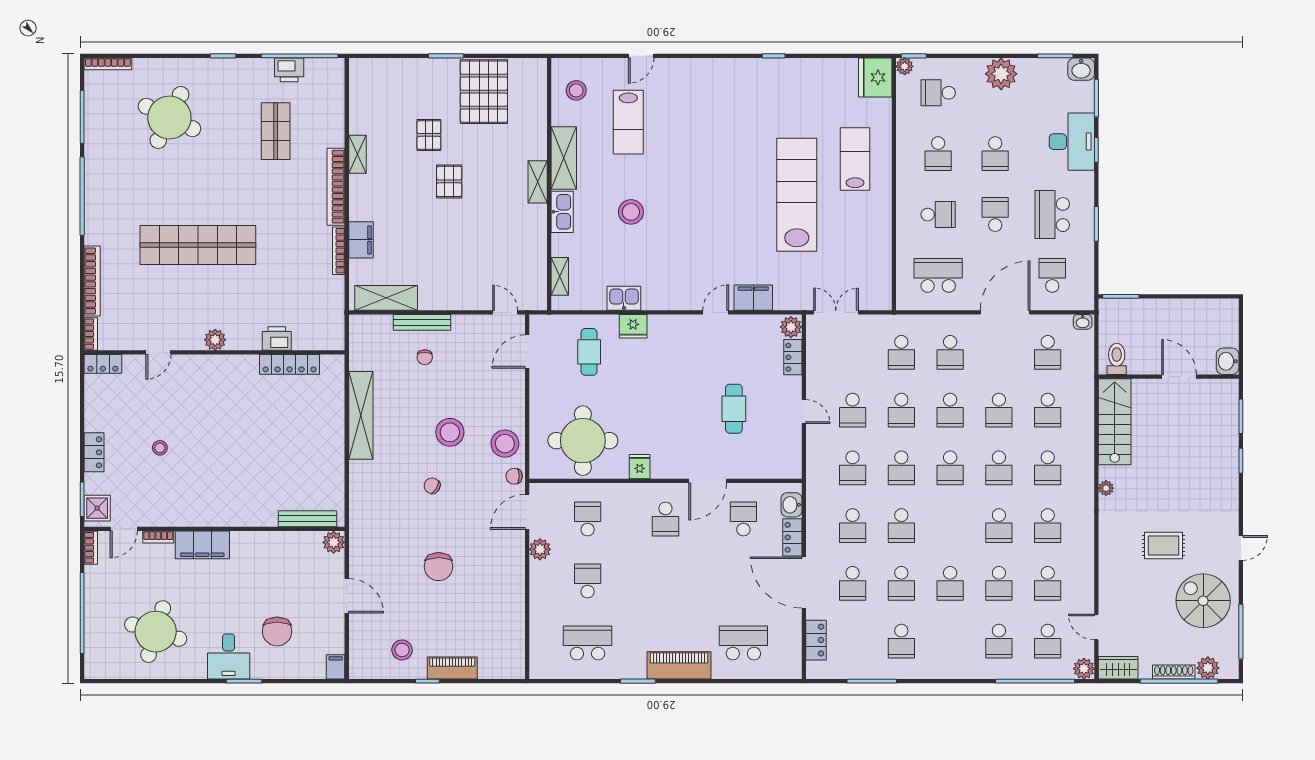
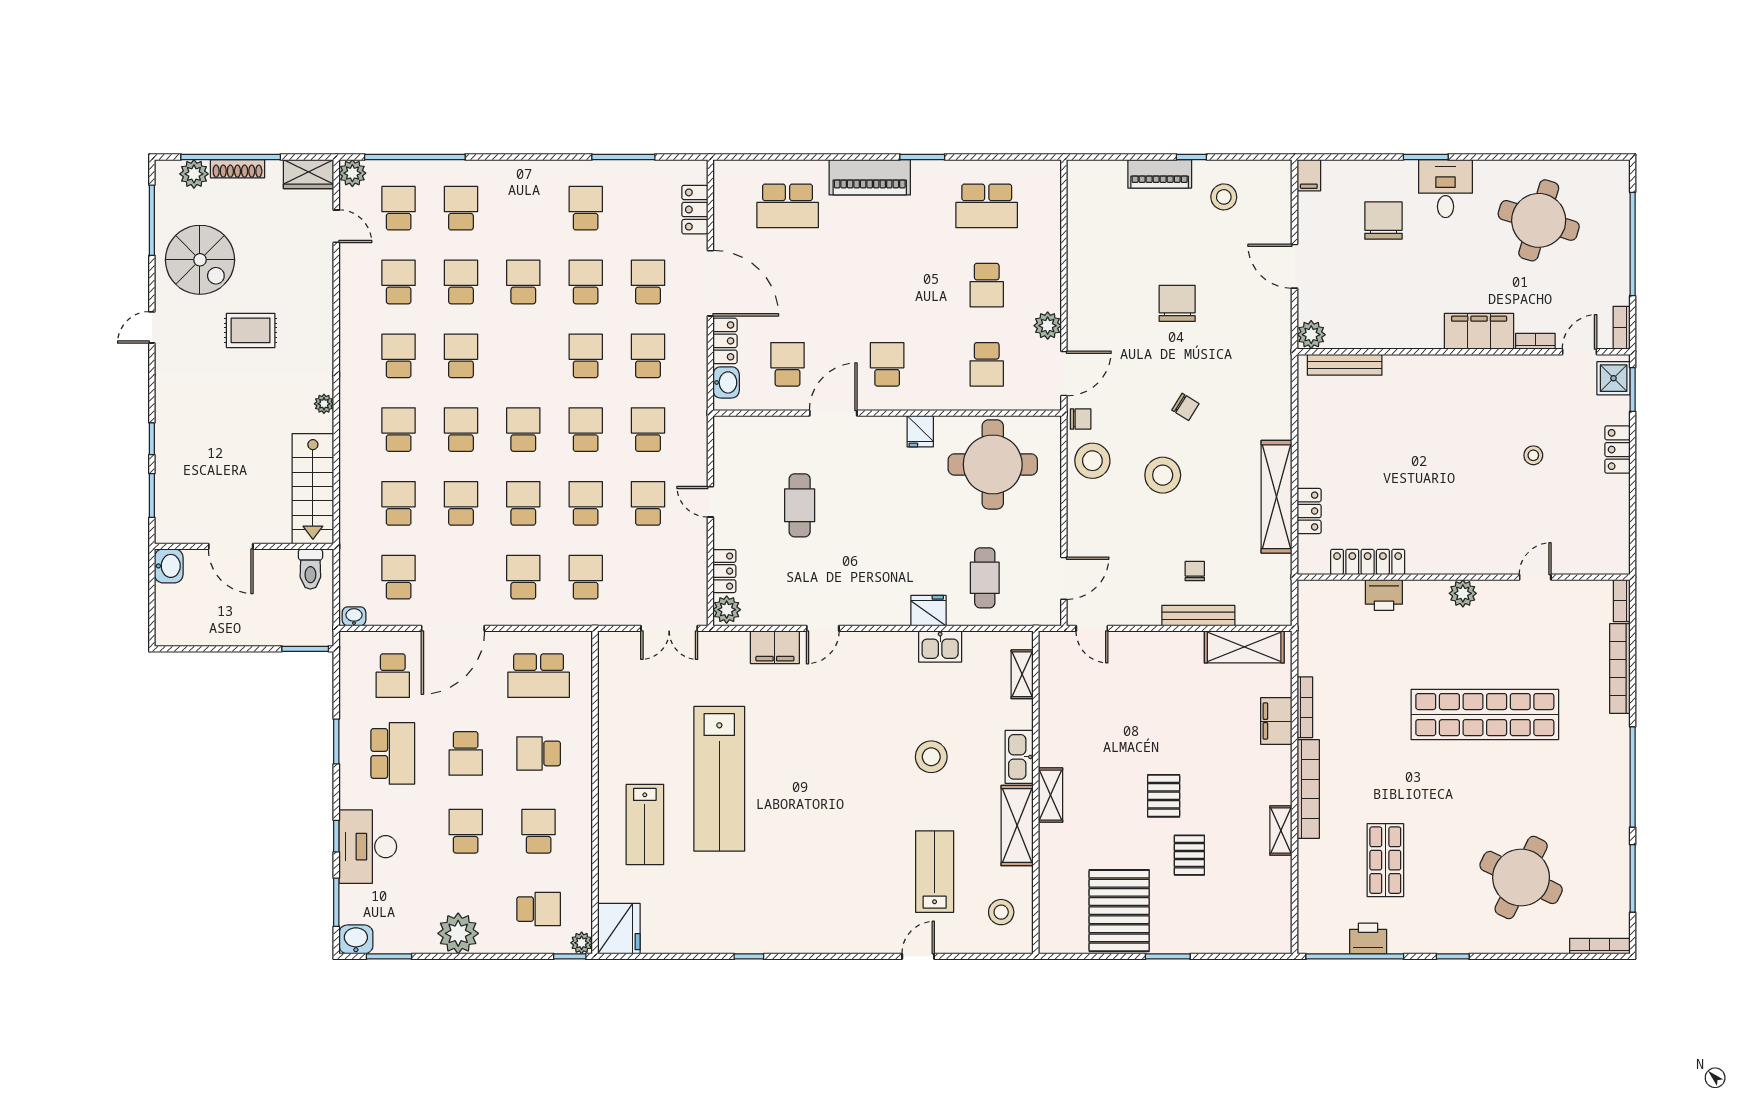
locker: (103, 364) -> (1309, 511), moved, turned 90
school desk: (743, 519) -> (788, 364), turned 180

